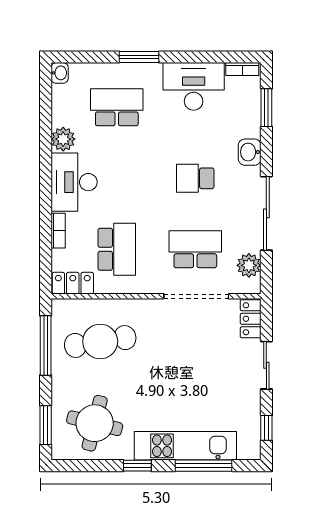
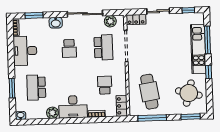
window: (139, 57) -> (12, 88), moved
school desk: (117, 249) -> (105, 85), width x0.54
school desk: (195, 249) -> (103, 47), turned 180

